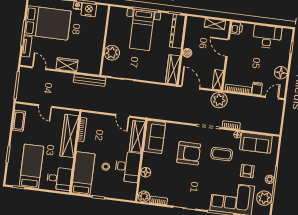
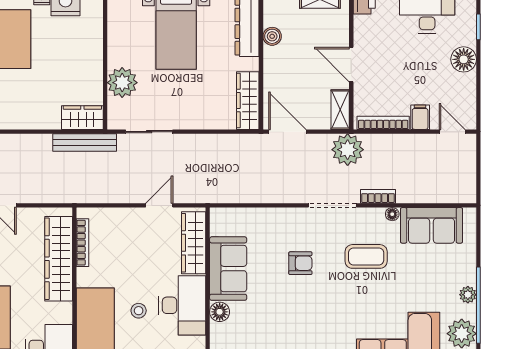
door: (228, 48) -> (351, 65), moved
boiler: (187, 53) -> (272, 36), moved
wardrobe: (67, 65) -> (82, 118), moved
floor lamp: (281, 73) -> (464, 59), moved
door: (272, 98) -> (452, 132), hinge flipped
door: (123, 116) -> (159, 205), swing flipped
sofa: (154, 137) -> (228, 269), moved
armchair: (189, 153) -> (300, 263), width x0.53, depth x0.53
armchair: (247, 171) -> (421, 284), removed

